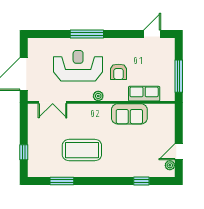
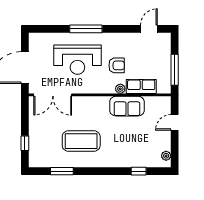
reception desk: (78, 66) -> (77, 60), turned 180
armchair: (119, 72) -> (117, 65), turned -90
plant: (98, 96) -> (120, 89), moved
double door: (53, 102) -> (53, 95), width x1.37
door: (179, 152) -> (175, 122), moved

